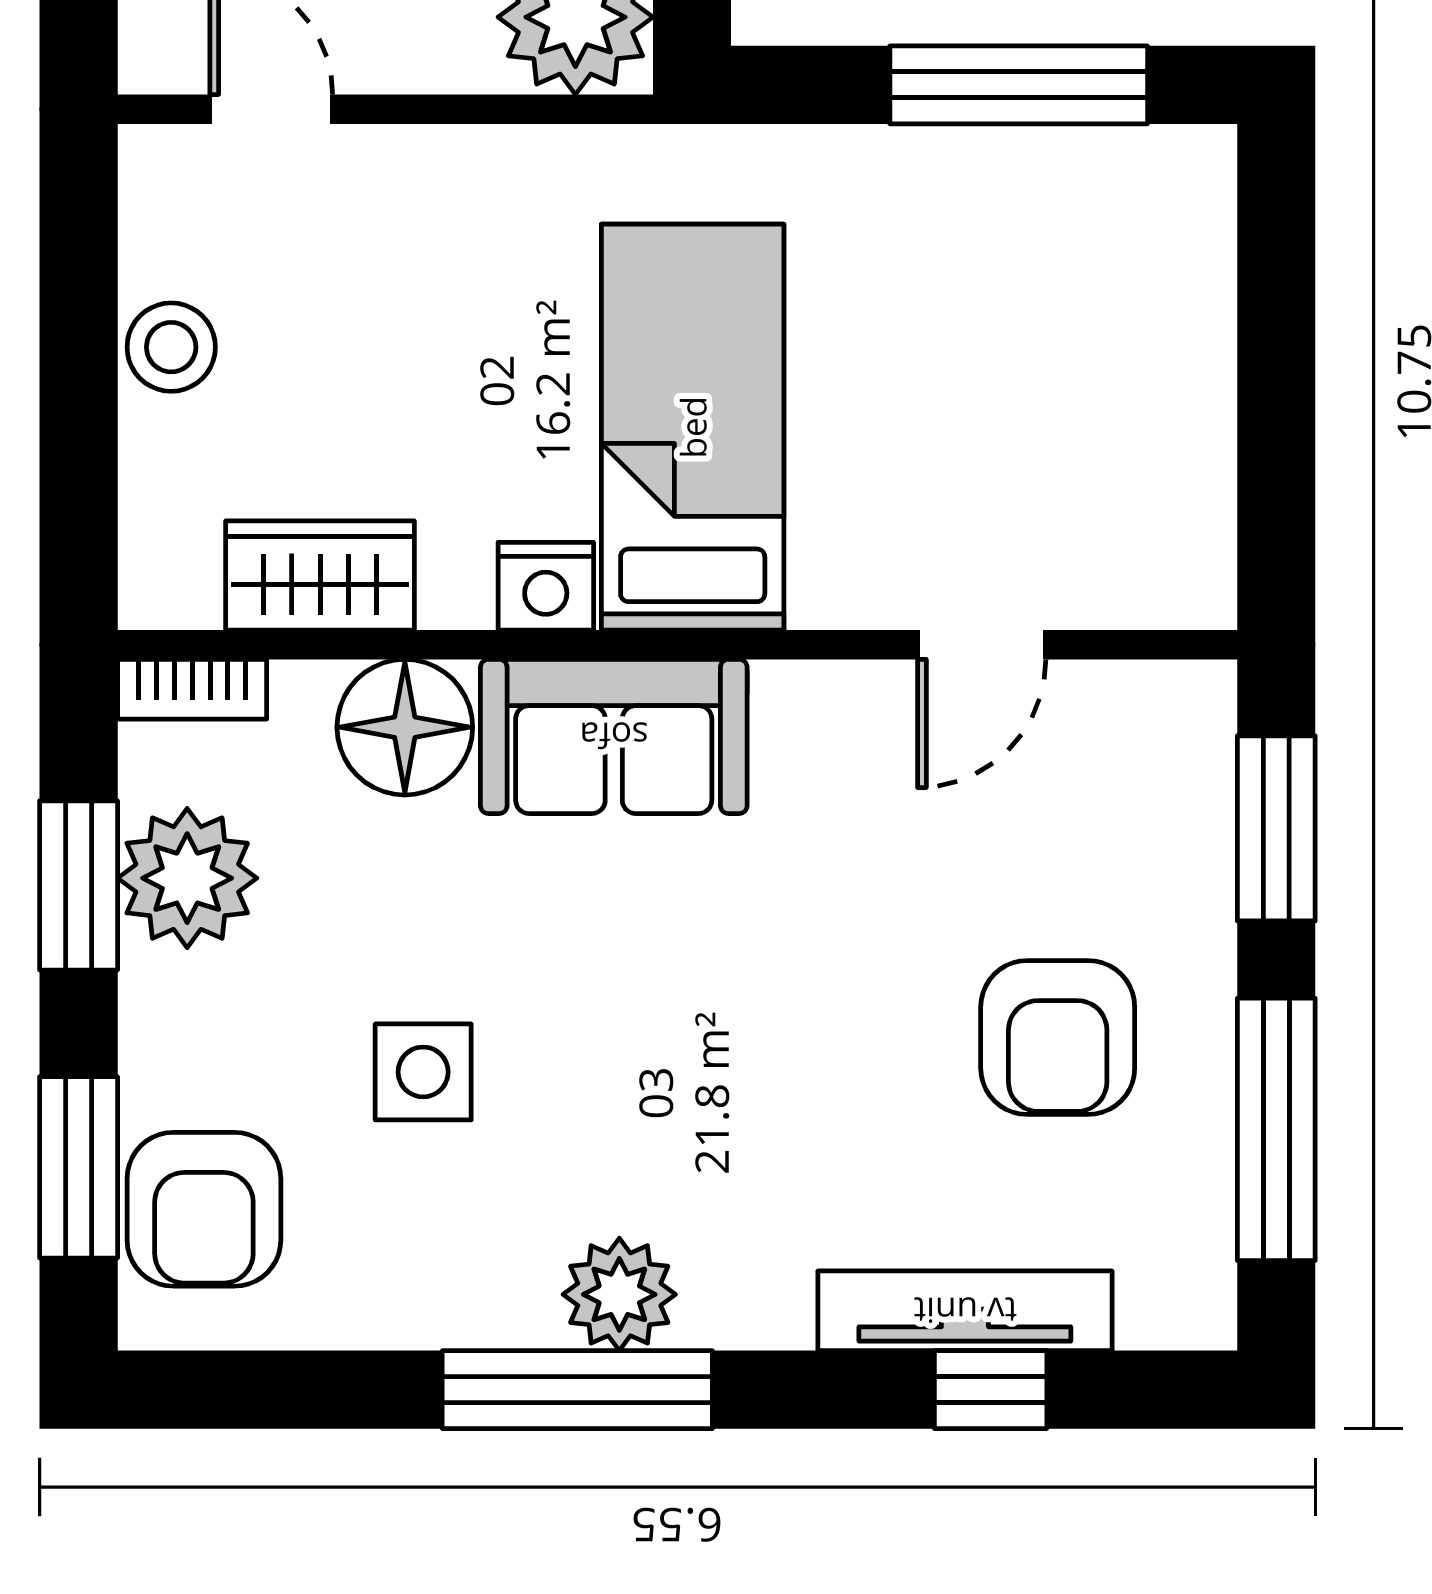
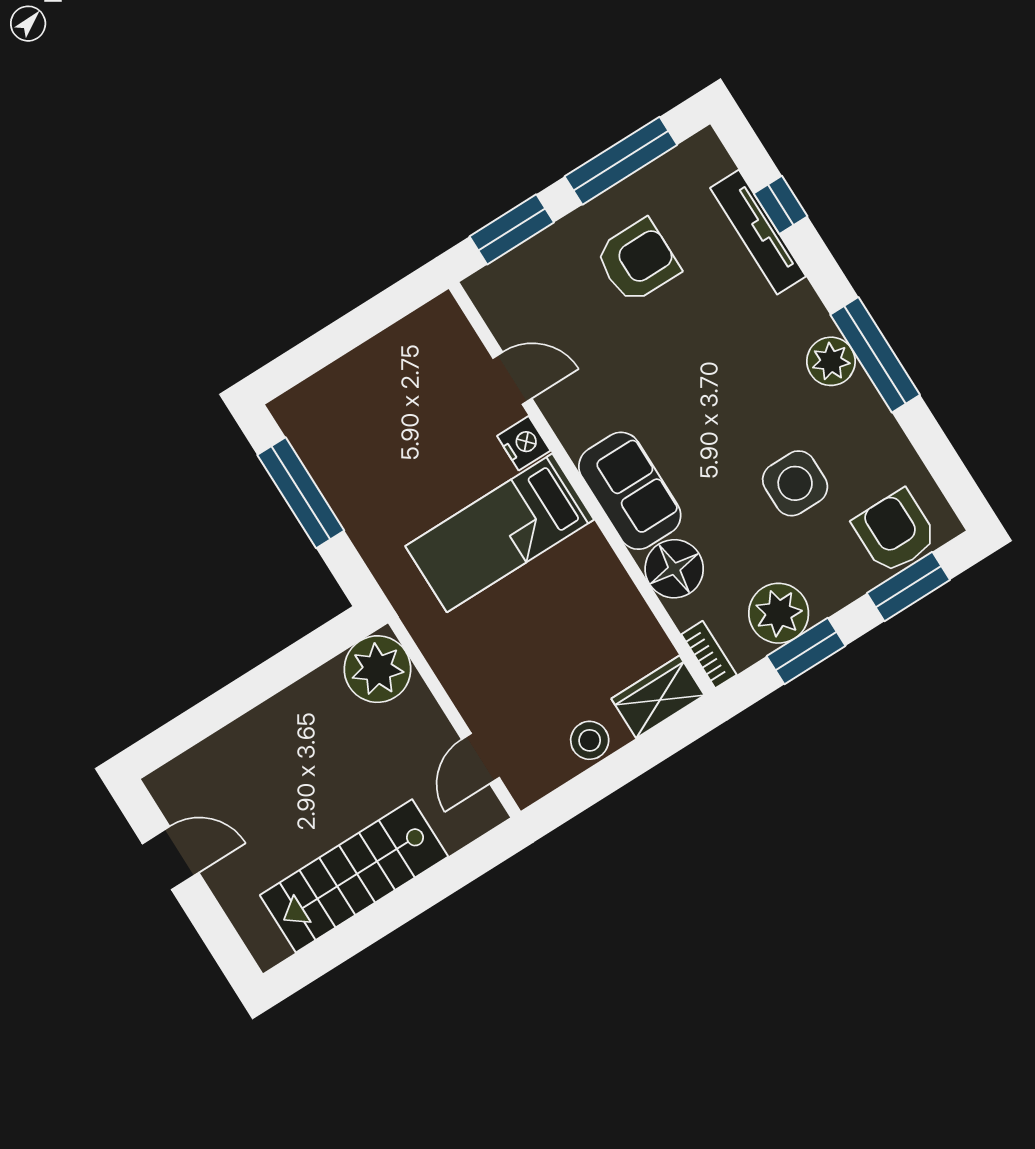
wardrobe: (320, 575) -> (658, 697), moved, turned 90
nightstand: (546, 586) -> (524, 443), moved
side table: (423, 1072) -> (795, 483), width x1.37, depth x1.37
armchair: (204, 1209) -> (895, 531), turned -90

